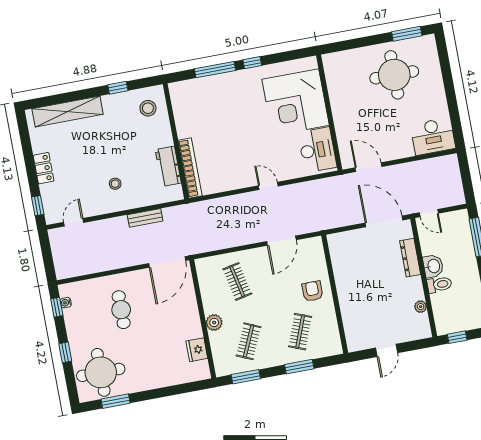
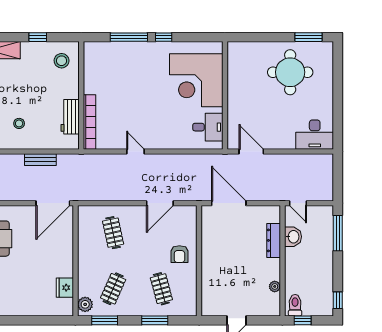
desk: (317, 150) -> (208, 127), width x0.73
door: (268, 186) -> (135, 151), moved
door: (384, 221) -> (229, 203), moved
washbasin: (433, 266) -> (293, 237), moved
toilet: (439, 285) -> (295, 305), moved, turned -90
armchair: (312, 291) -> (179, 254), turned 180
plant: (214, 322) -> (85, 304), moved
clothes rail: (300, 332) -> (161, 289), turned -36

